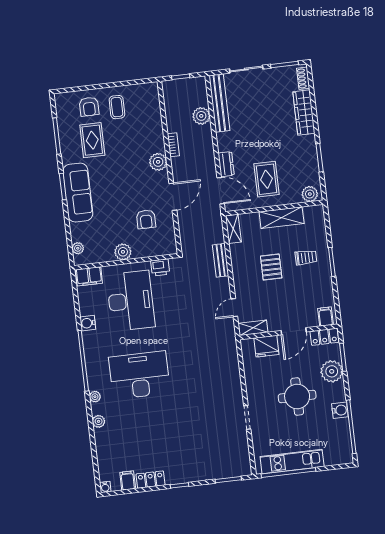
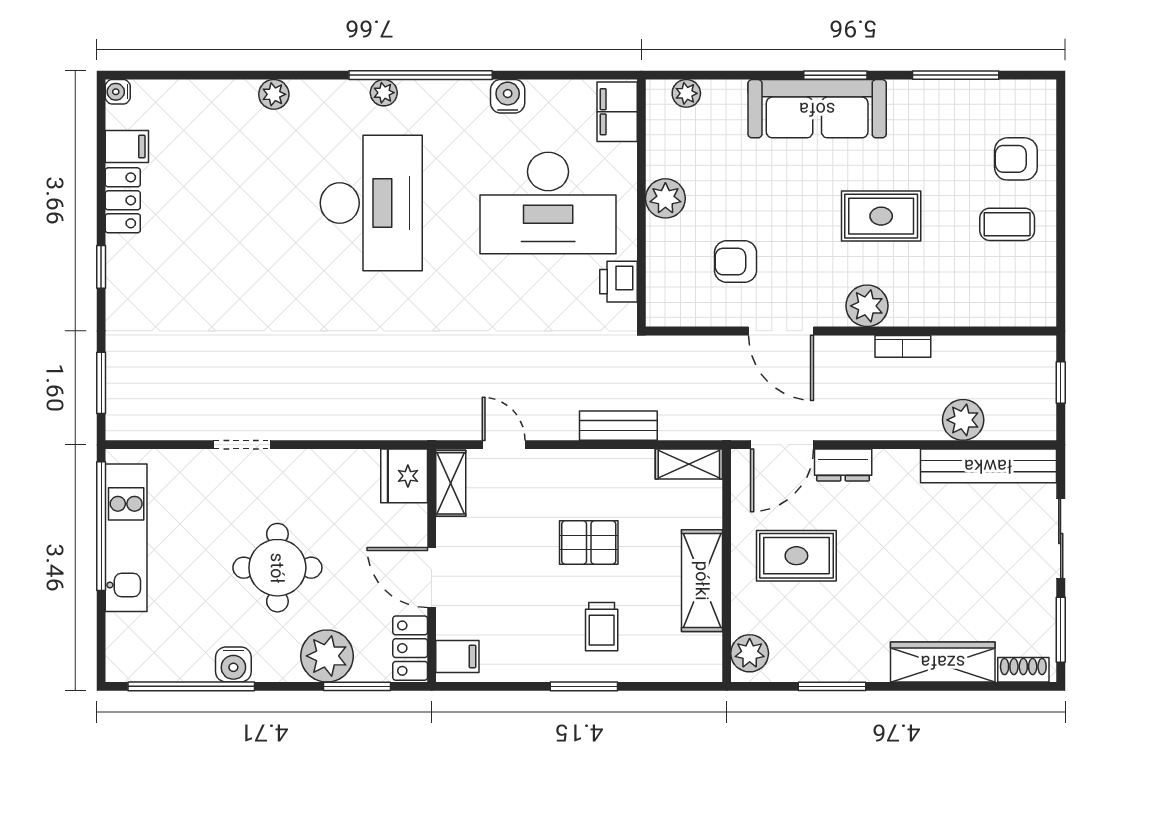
rug: (92, 140) -> (881, 216), moved
fridge: (266, 346) -> (404, 476), moved
plant: (95, 397) -> (384, 93), moved

